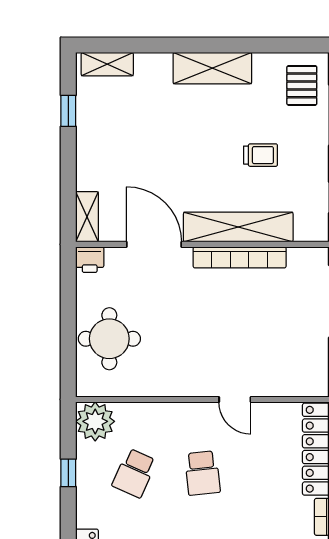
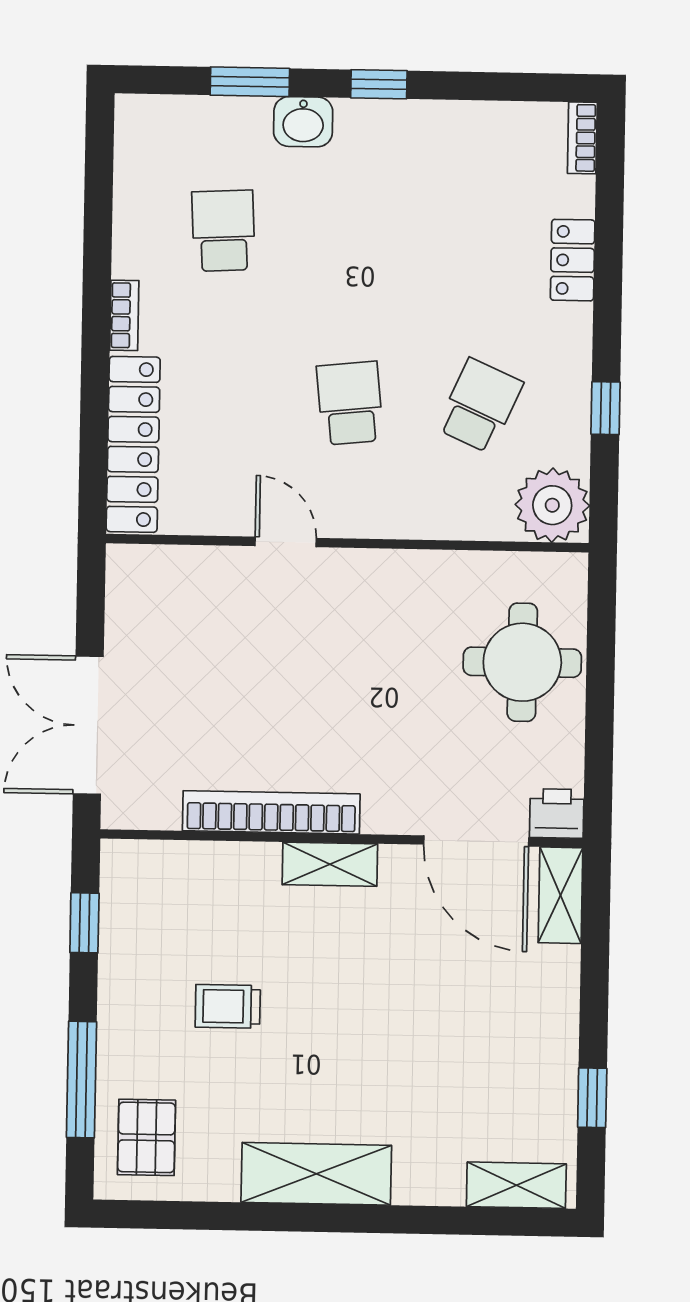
shelving: (238, 227) -> (330, 864), width x0.45, depth x0.75
door: (154, 244) -> (476, 841), moved

